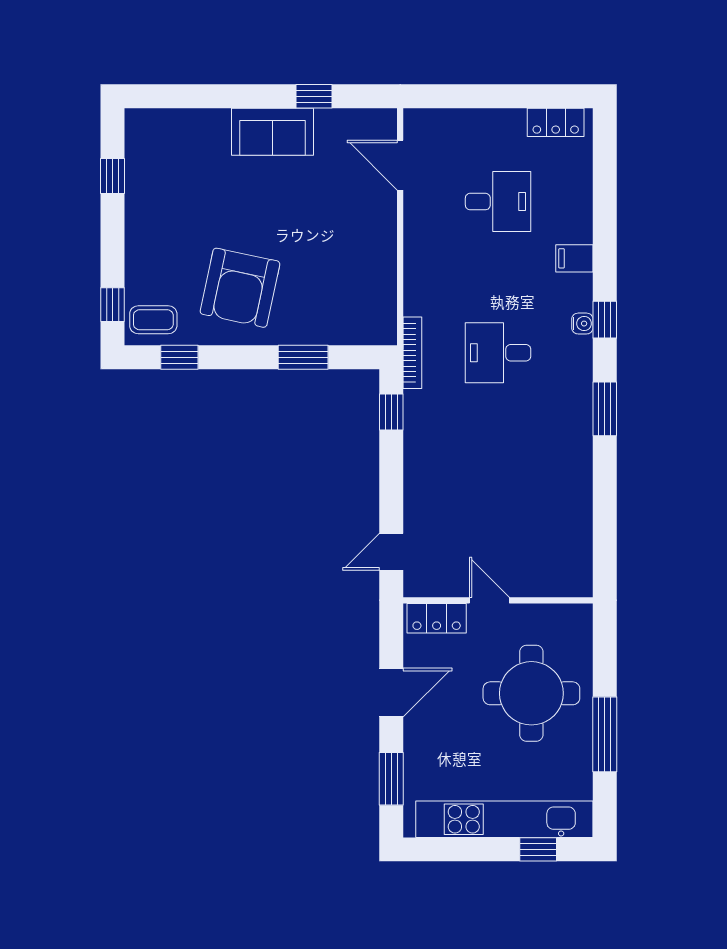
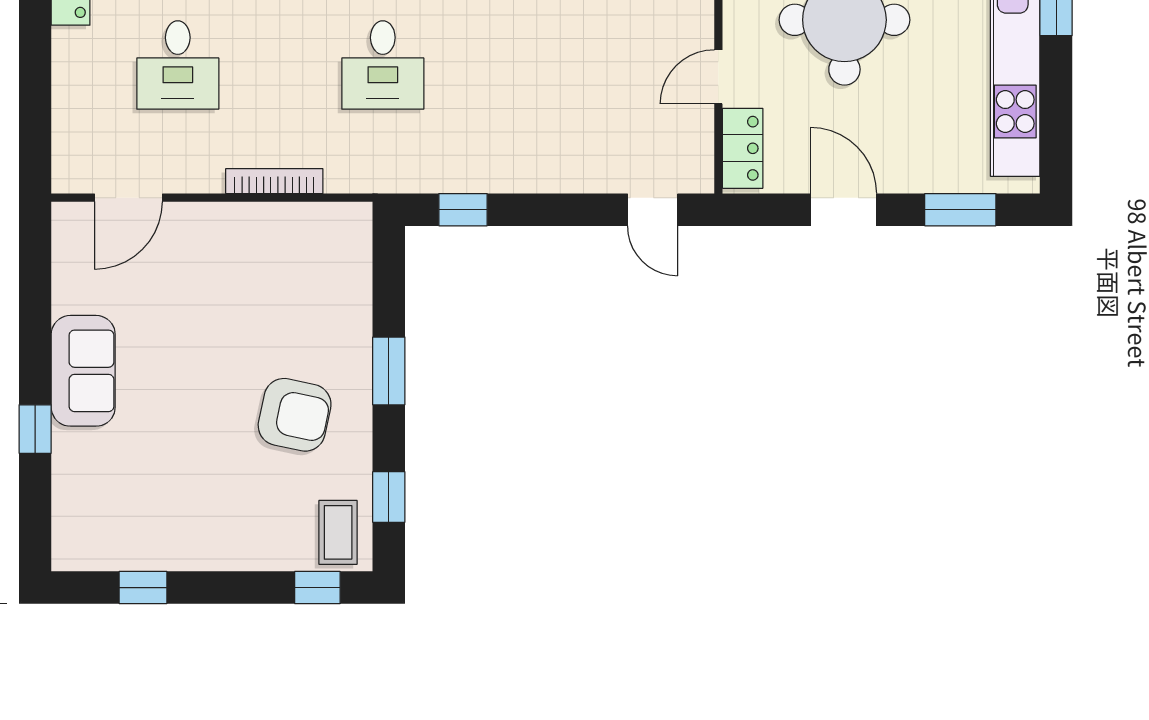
window: (314, 96) -> (35, 429), moved
desk: (498, 202) -> (178, 65), turned 180
armchair: (240, 288) -> (295, 415), width x0.73, depth x0.73
bookcase: (412, 353) -> (274, 181), moved
window: (303, 357) -> (389, 371), moved

